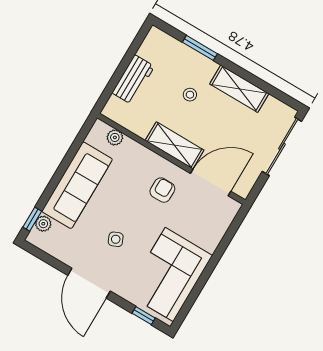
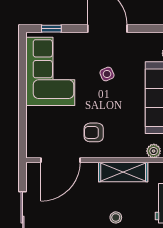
shelving: (175, 145) -> (123, 172), moved
armchair: (162, 190) -> (94, 132), turned 90

